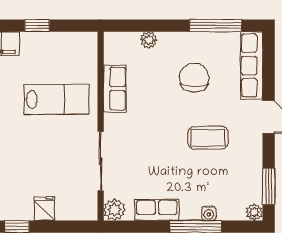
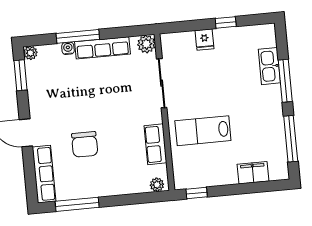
window: (37, 26) -> (197, 193), moved
plant: (149, 40) -> (157, 185), moved
chair: (194, 78) -> (85, 144), moved
coffee table: (208, 138) -> (75, 111), removed
row of seats: (157, 210) -> (103, 48), width x1.48

